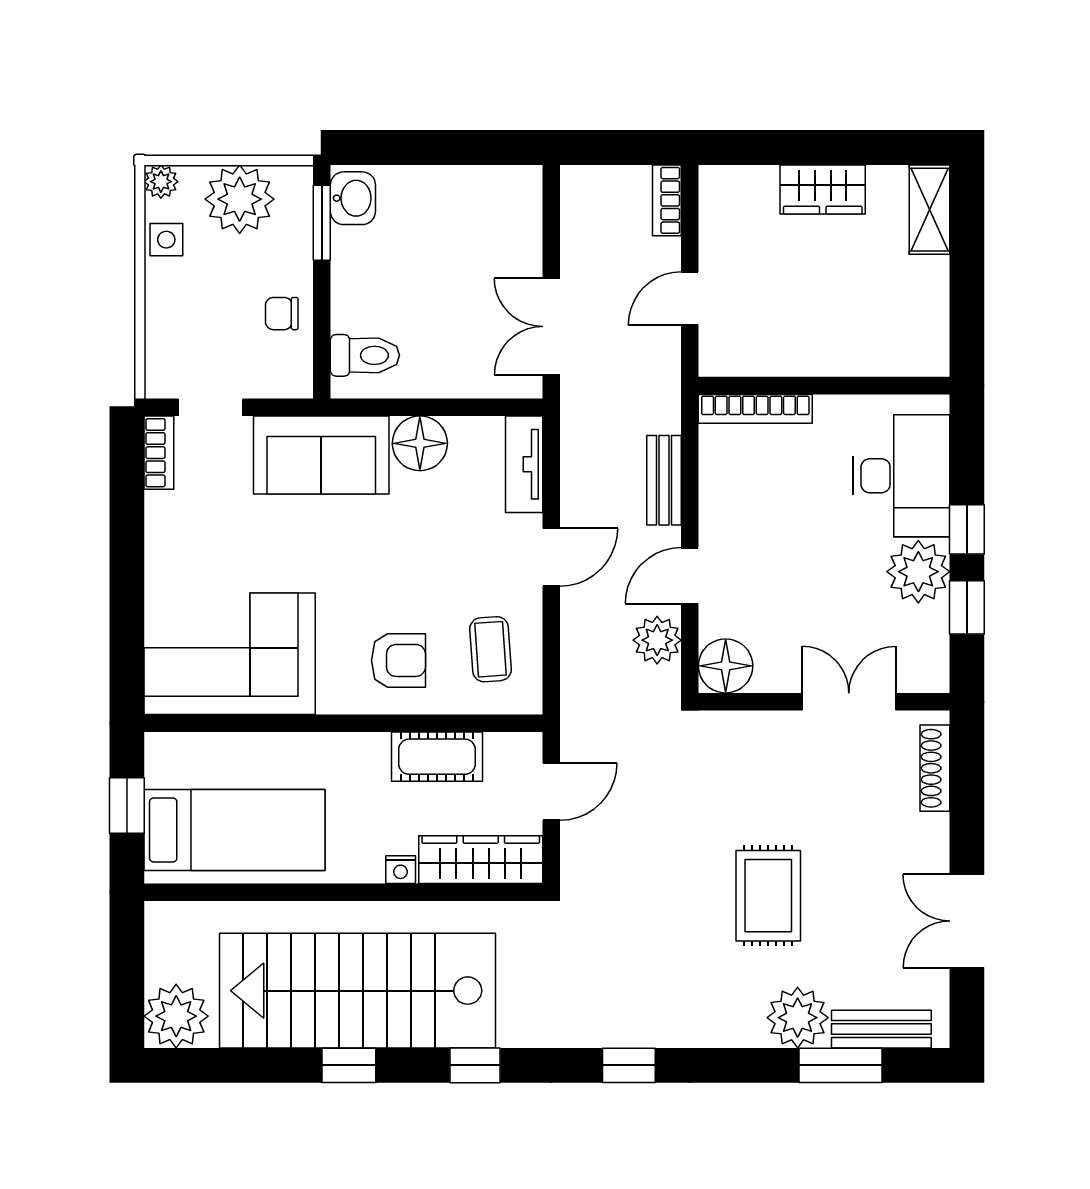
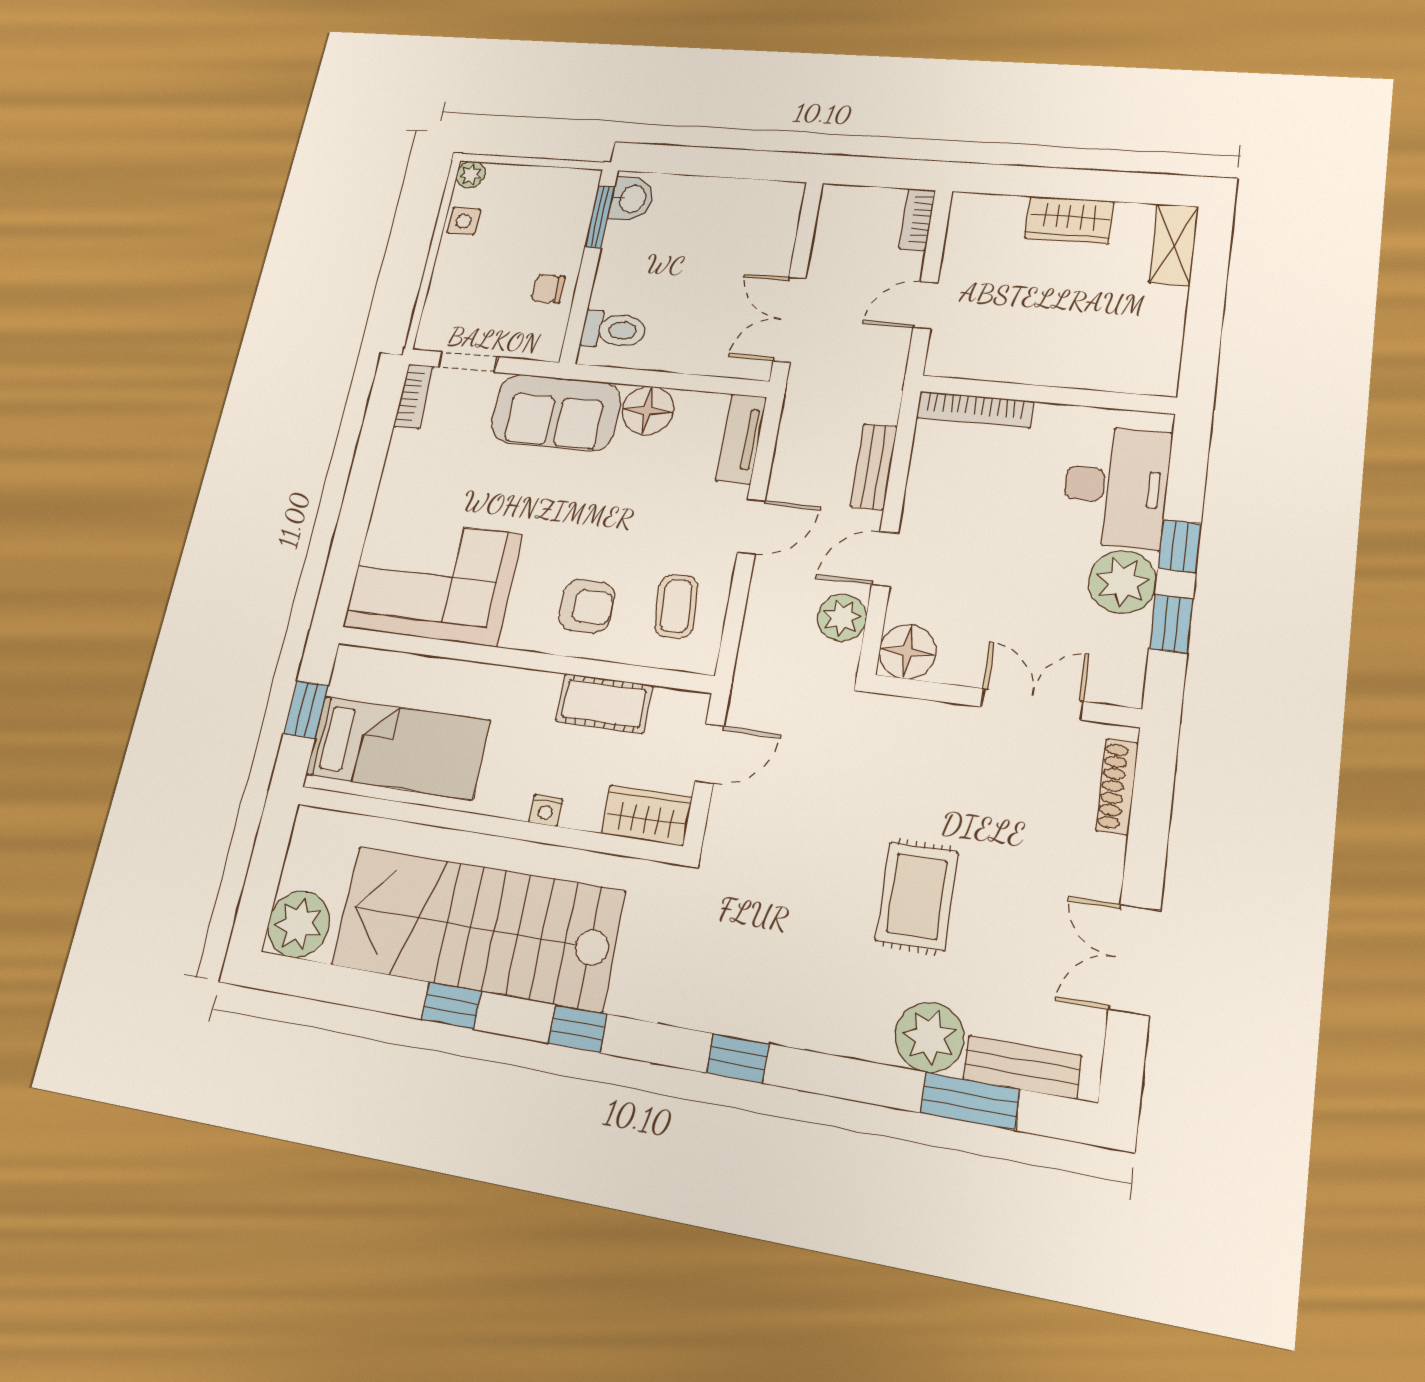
plant: (240, 199) -> (533, 193), removed
wardrobe: (481, 860) -> (647, 815), width x0.67

